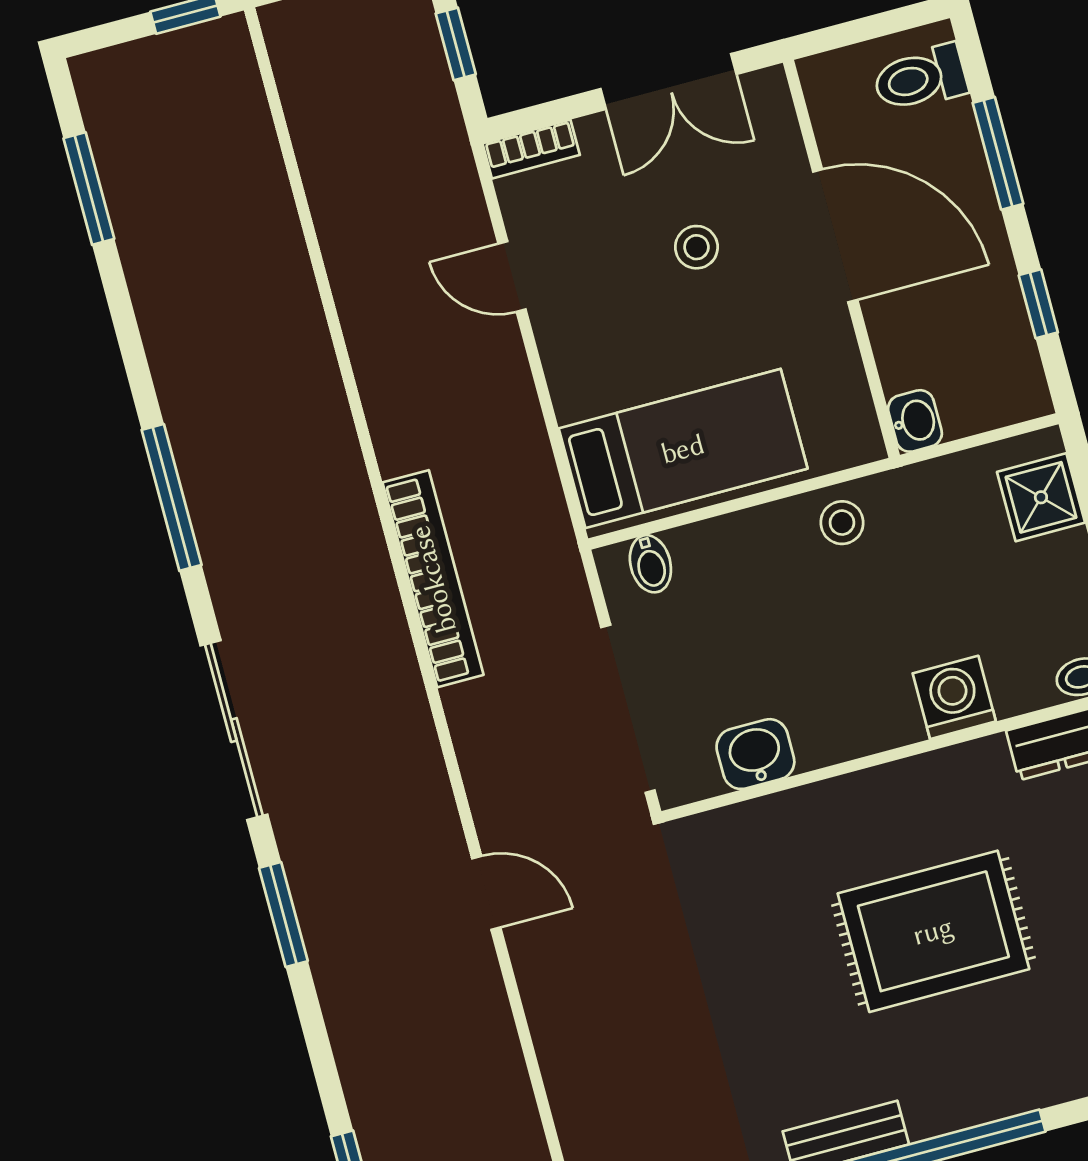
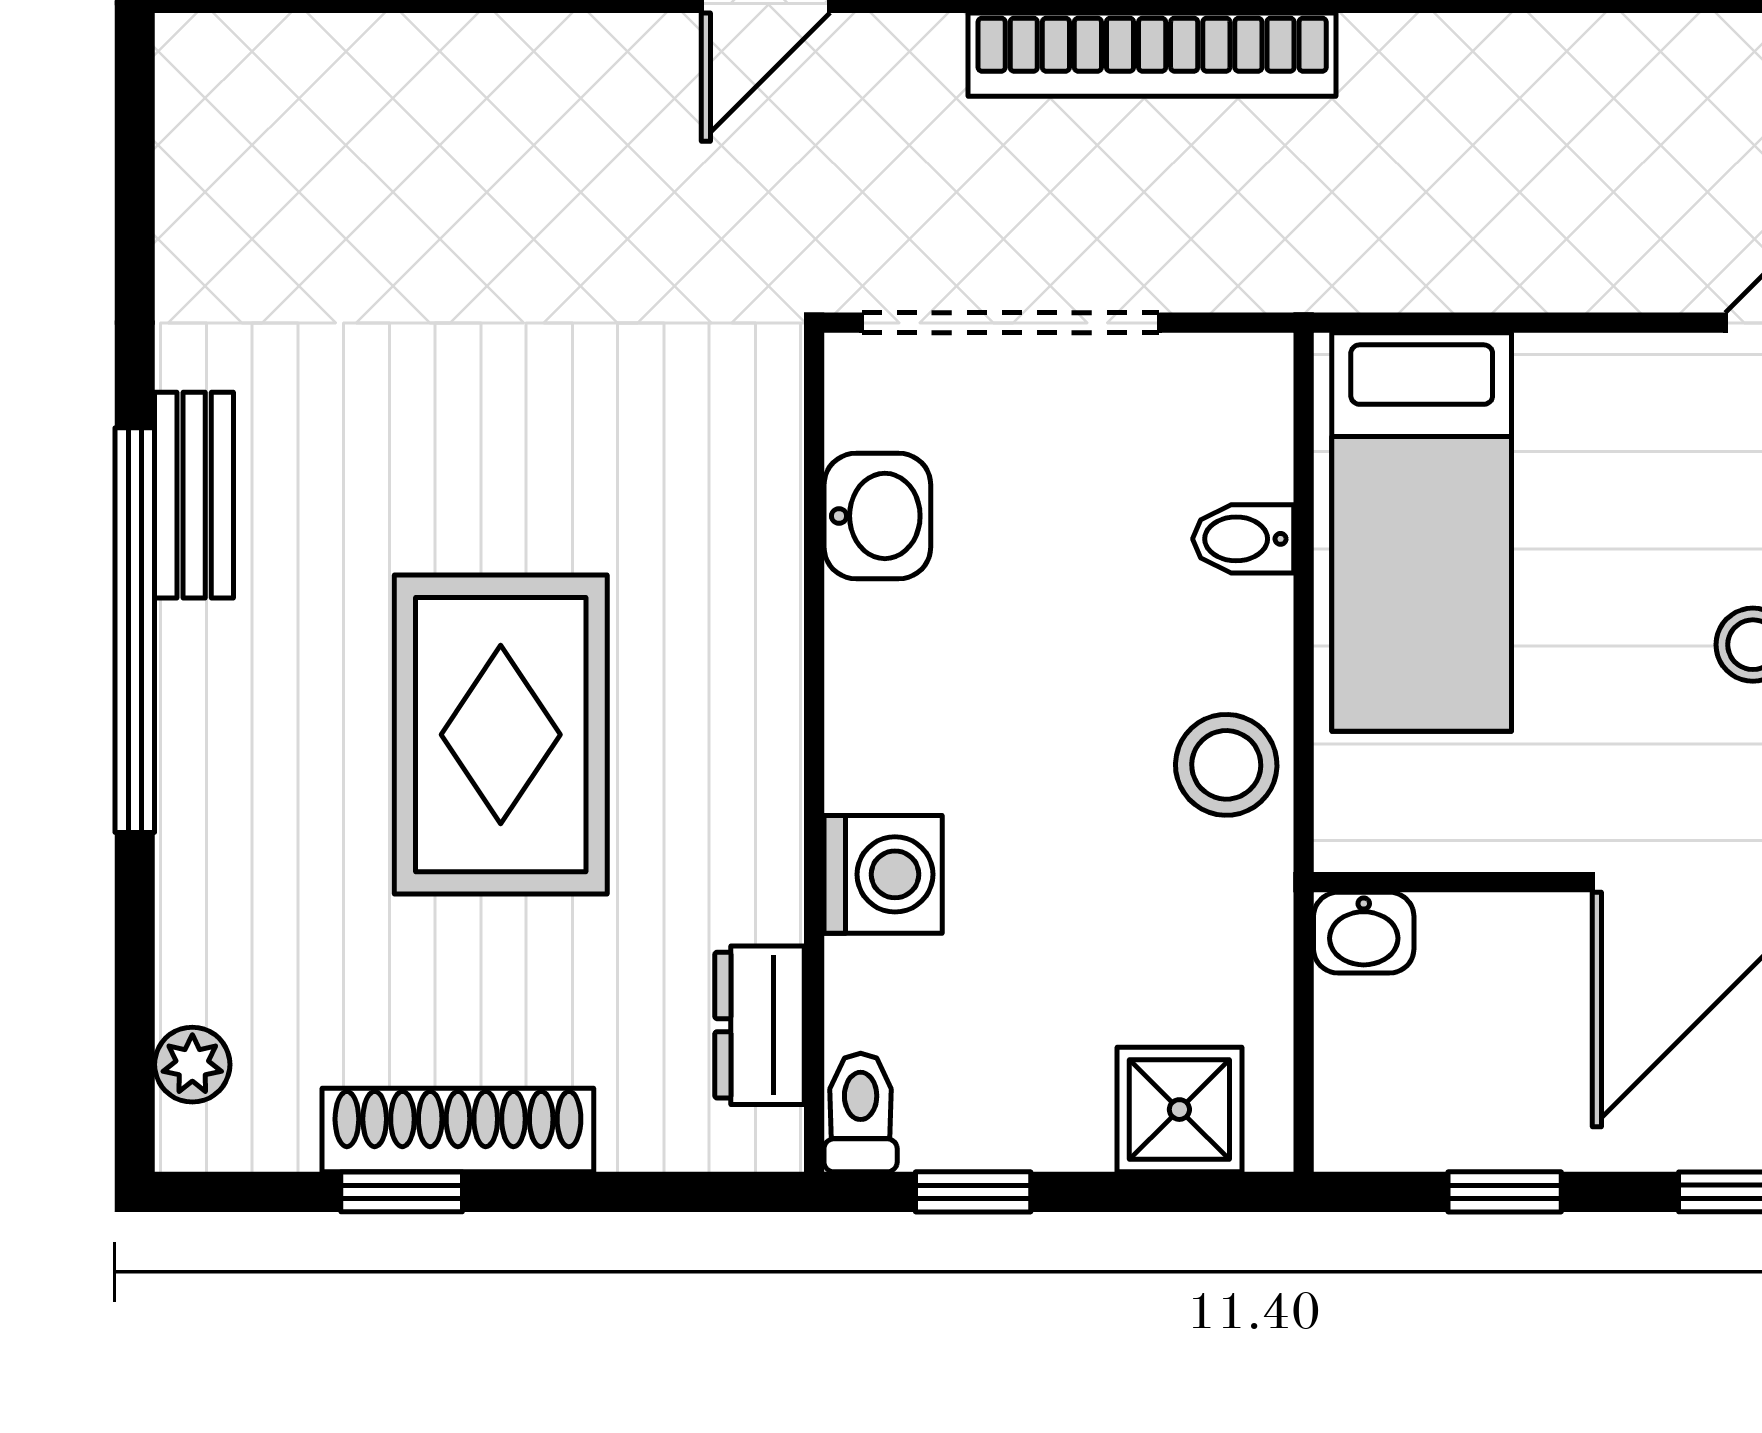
stool: (842, 523) -> (1226, 765), width x1.37, depth x1.37
bidet: (650, 564) -> (1243, 539), moved
bookcase: (433, 579) -> (1152, 55), moved

